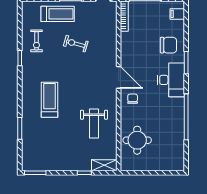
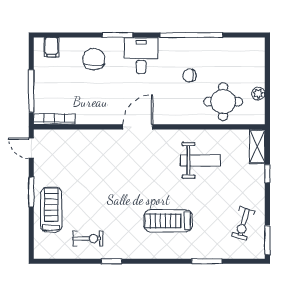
exercise bike: (76, 44) -> (243, 224), moved
desk: (171, 80) -> (141, 56), width x0.73
chair: (133, 99) -> (189, 75), moved
plant: (143, 166) -> (258, 94), added

